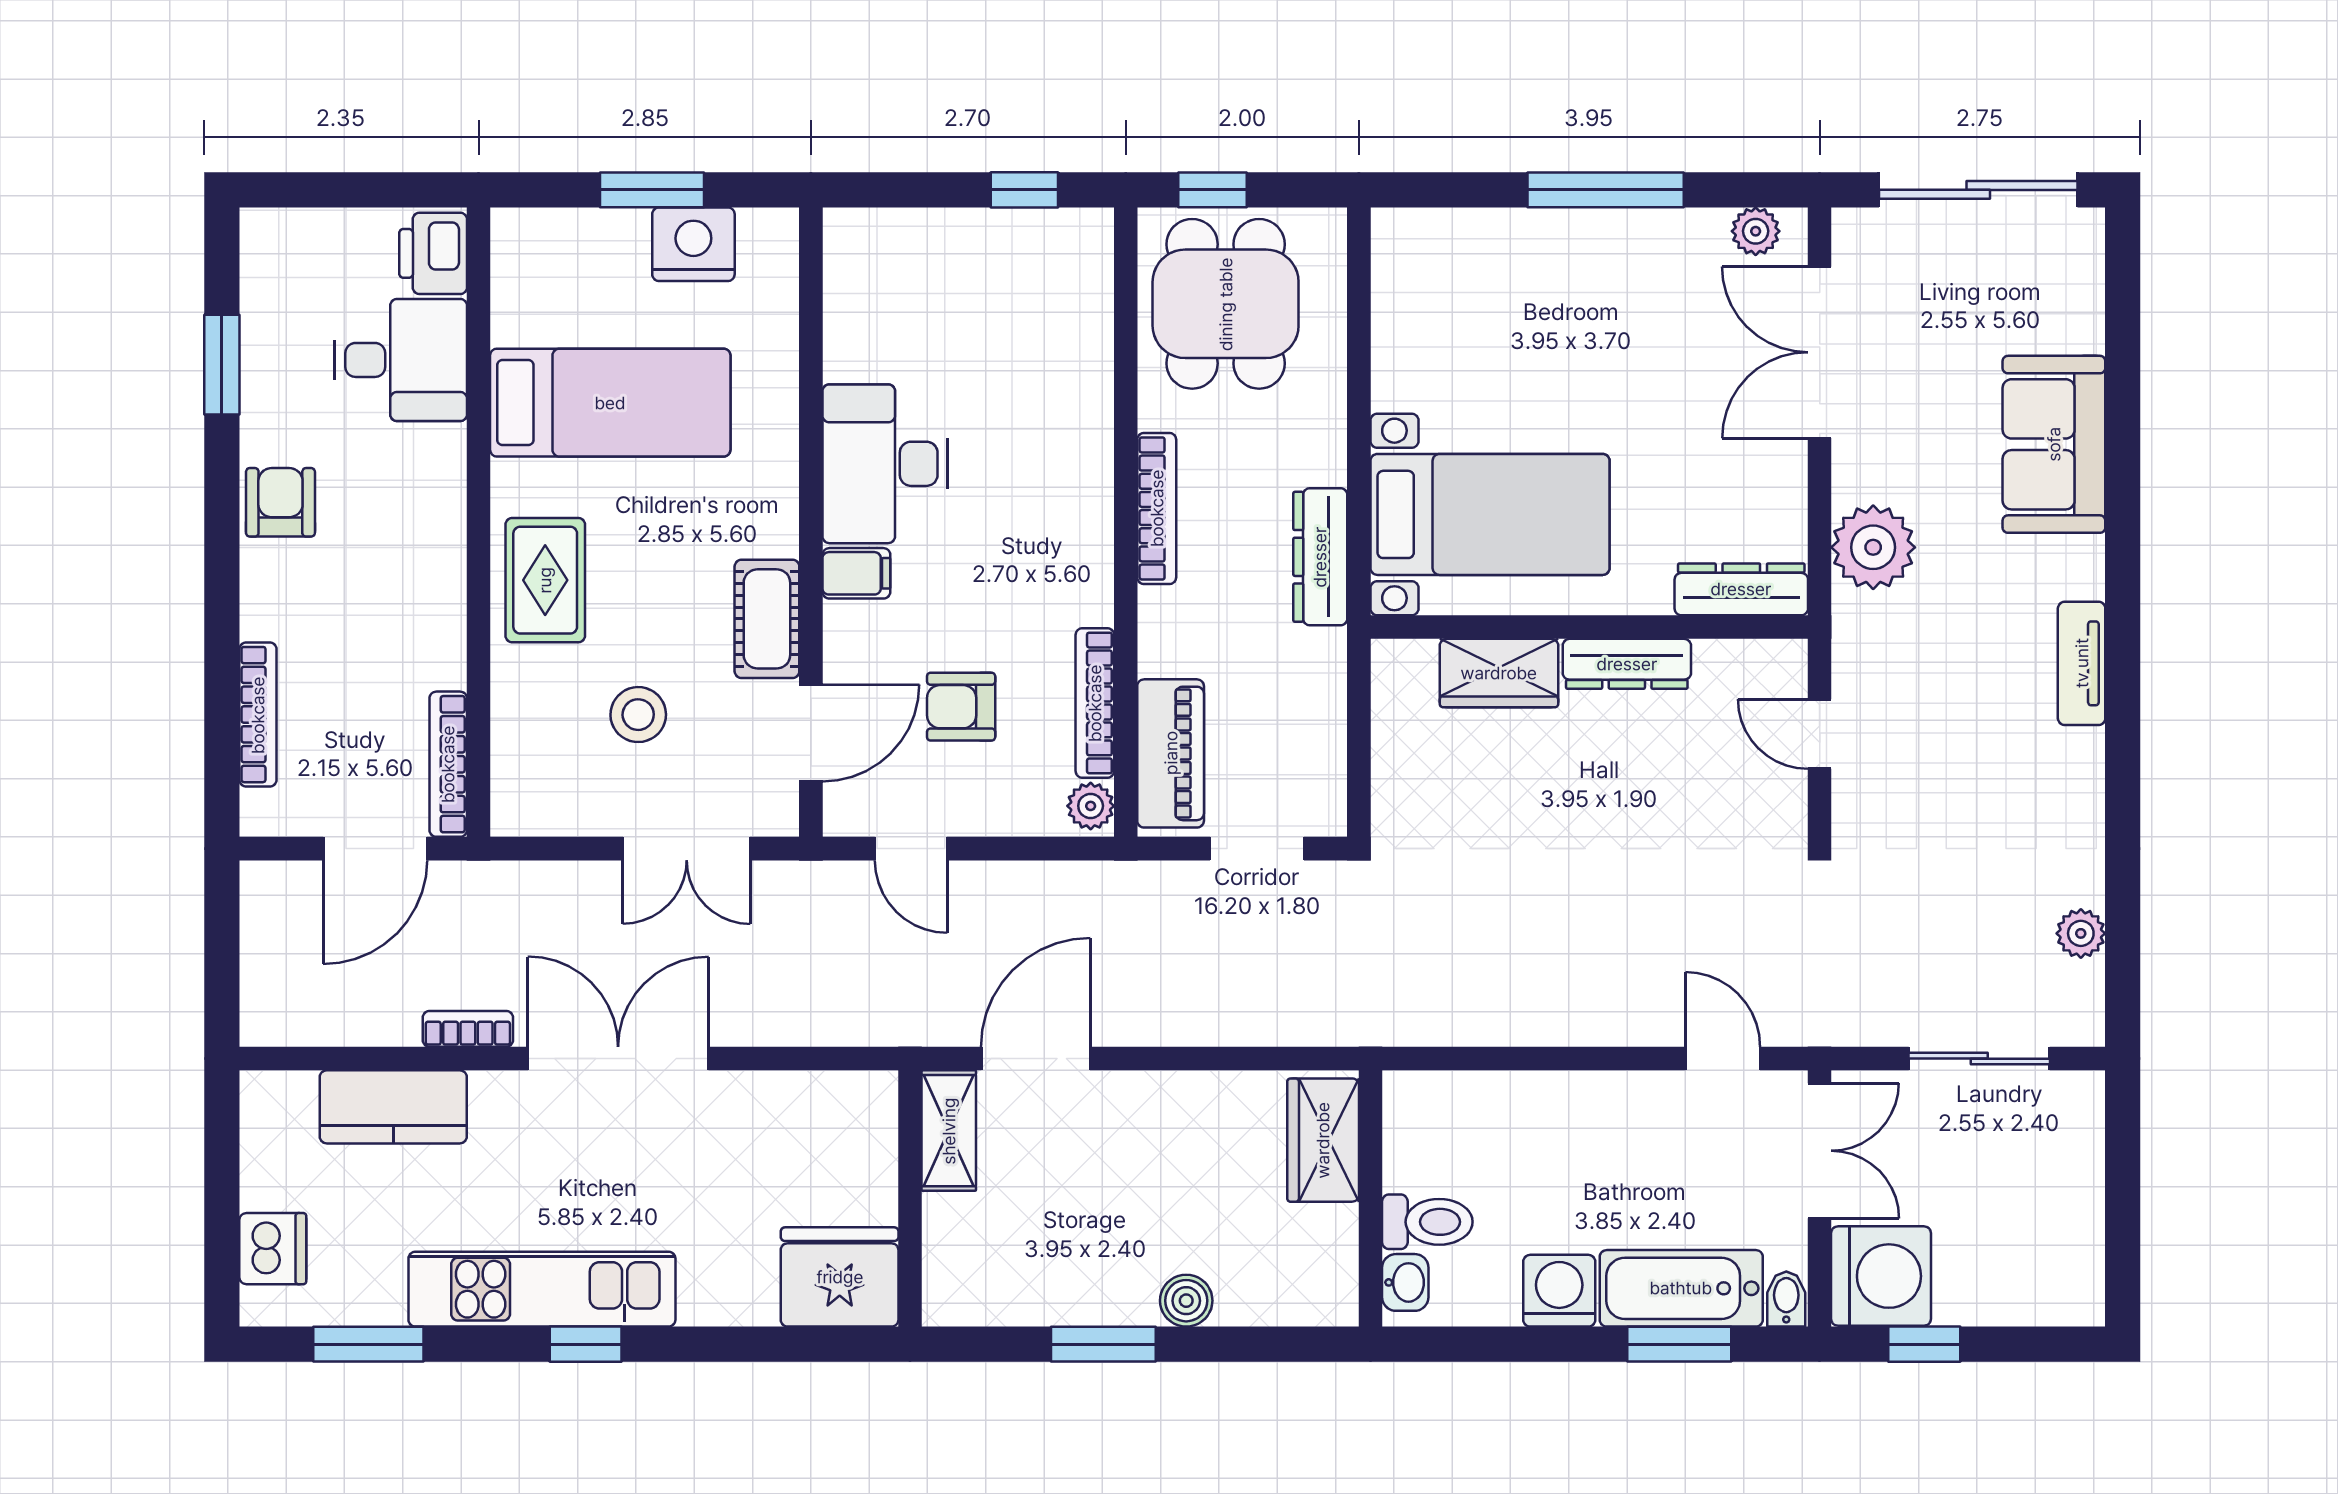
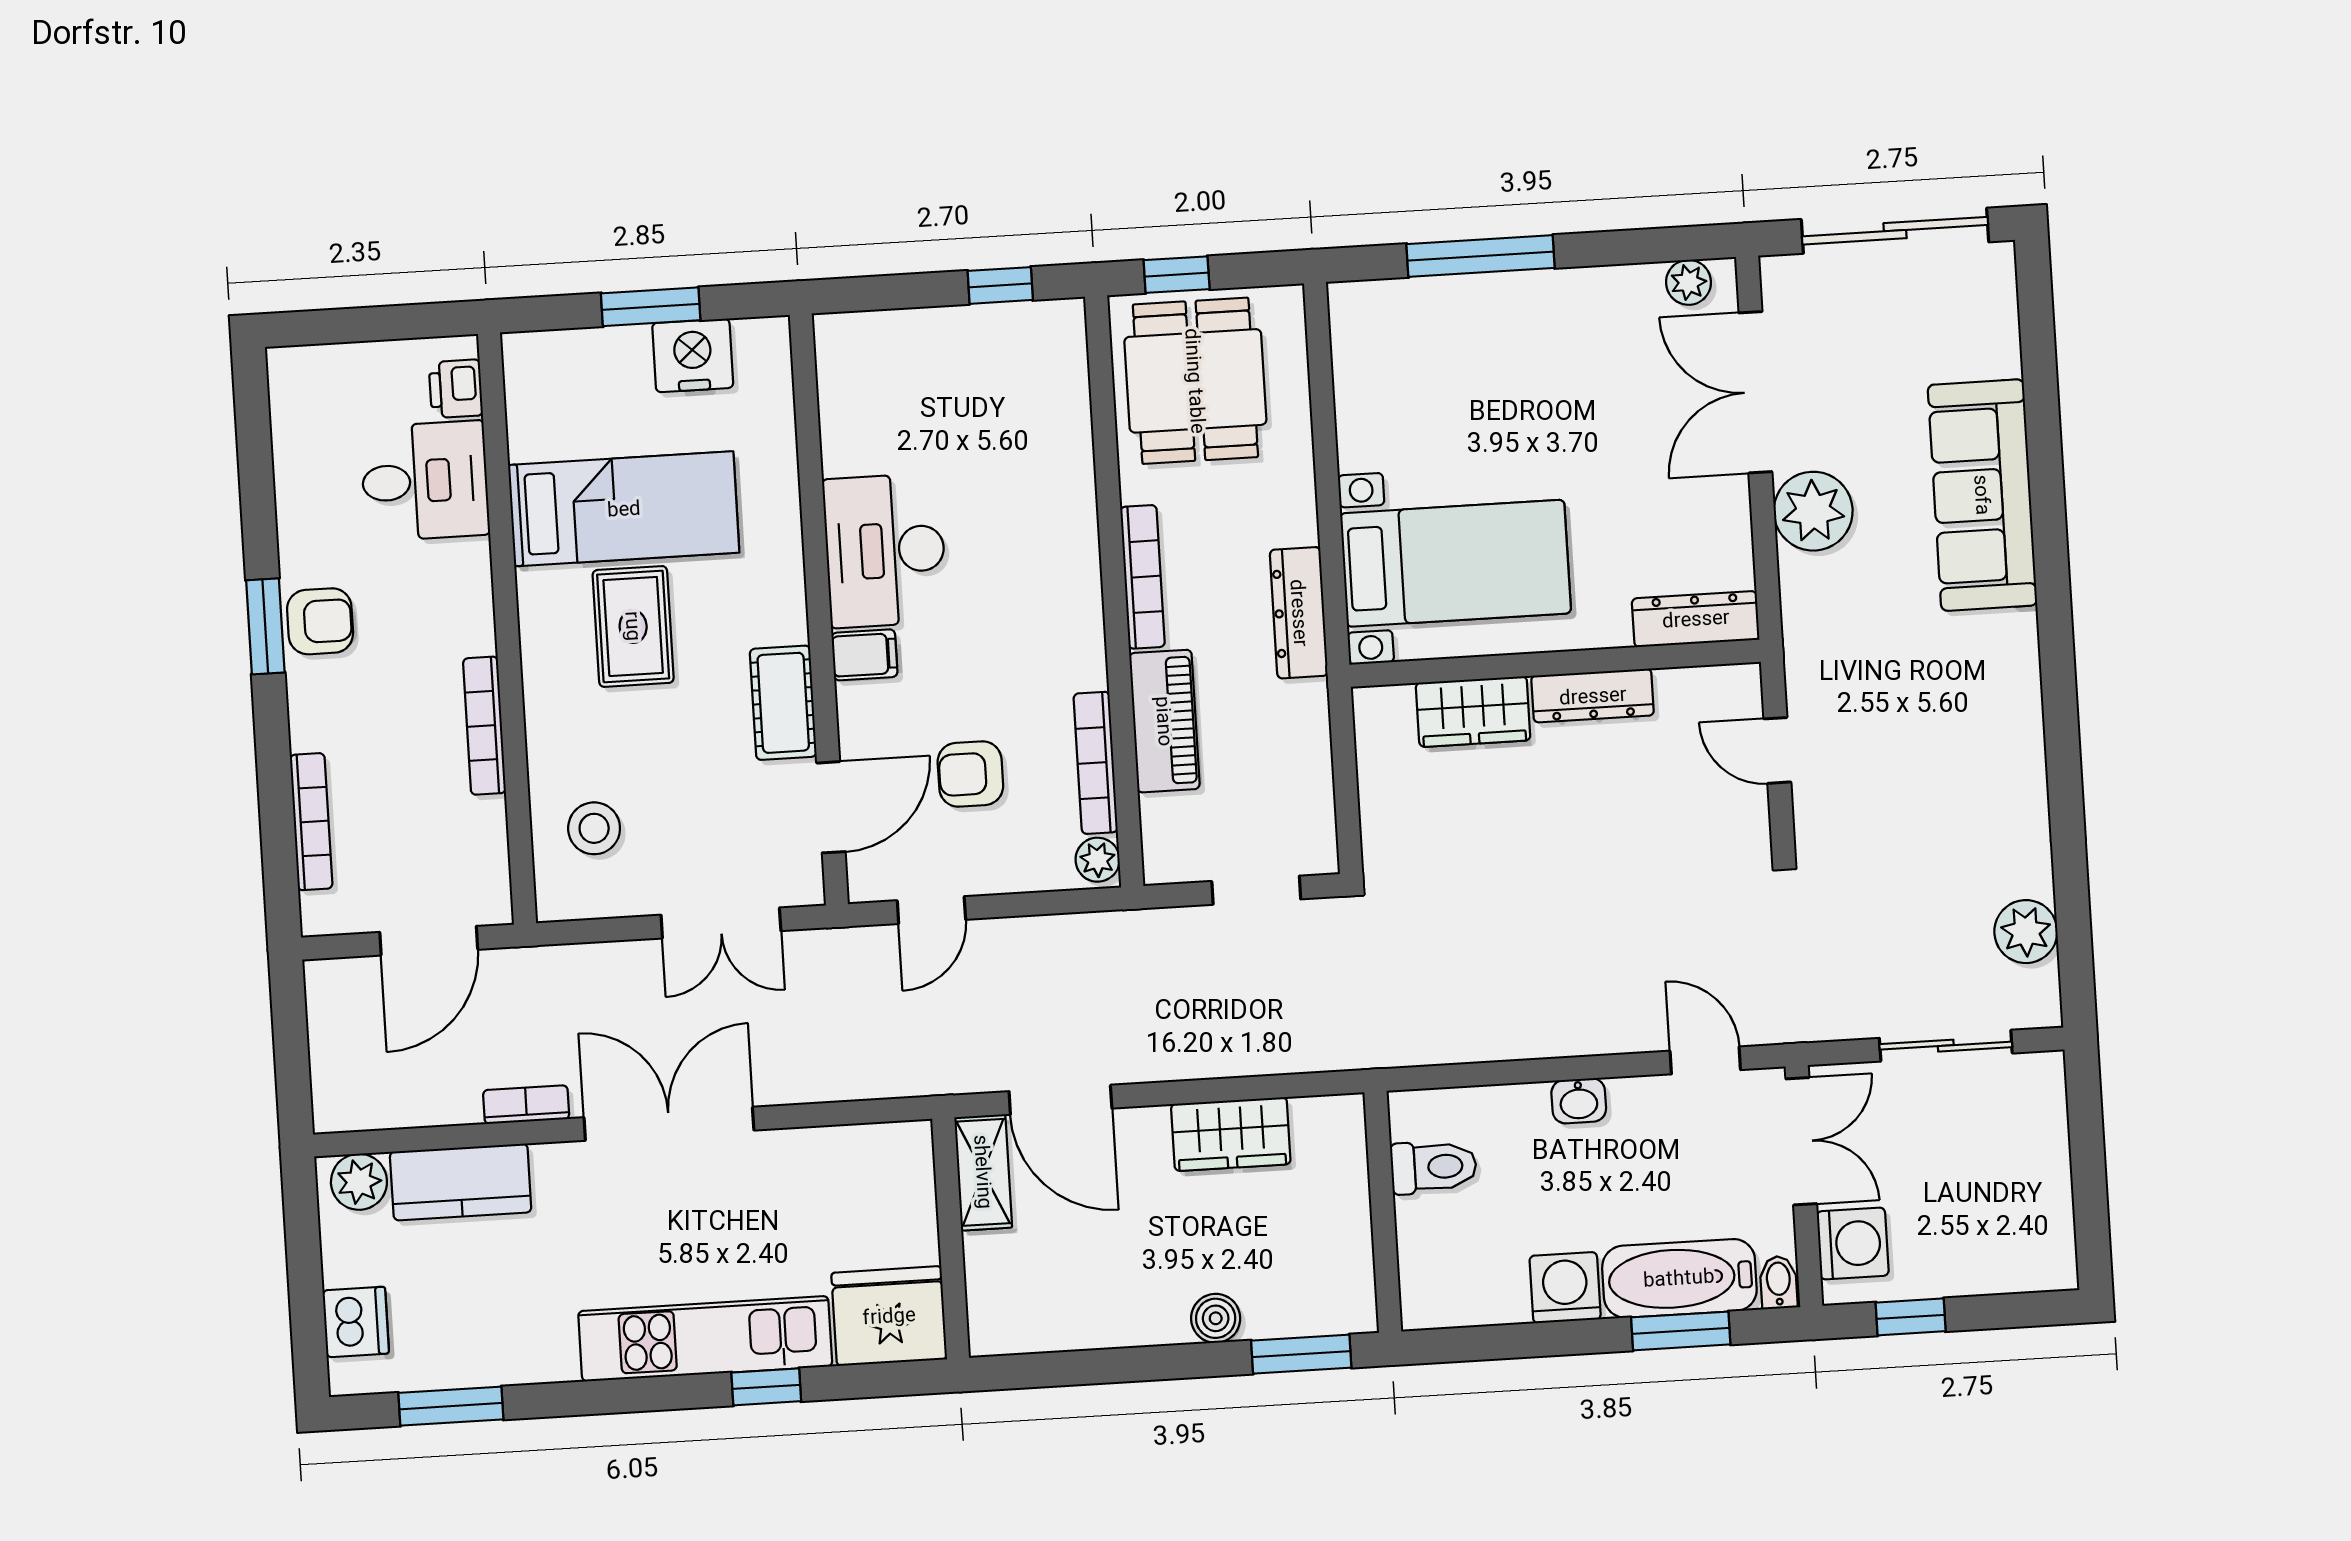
window: (1606, 190) -> (1481, 256), moved
printer: (433, 253) -> (456, 389), width x0.73, depth x0.81
window: (222, 365) -> (265, 626), moved
sofa: (2054, 444) -> (1982, 495), width x1.36
armchair: (280, 502) -> (320, 621), turned 90
plant: (1873, 547) -> (1813, 511), moved
rug: (545, 580) -> (633, 626), moved
tv unit: (2082, 663) -> (2019, 669), removed
stool: (638, 715) -> (594, 828), moved
piano: (1171, 753) -> (1164, 721), moved
bookcase: (448, 764) -> (484, 726), moved
door: (911, 849) -> (931, 910), hinge flipped
plant: (2081, 933) -> (2026, 932), width x1.38, depth x1.38
door: (1036, 1059) -> (1060, 1100), swing flipped
plant: (285, 1100) -> (359, 1182), added
wardrobe: (1323, 1140) -> (1231, 1134), moved, turned -90
toilet: (1427, 1222) -> (1433, 1167), moved
washing machine: (1881, 1276) -> (1853, 1243), width x0.73, depth x0.73
washbasin: (1405, 1282) -> (1579, 1101), moved, turned 90
kitchen unit: (542, 1289) -> (705, 1339), moved
window: (586, 1344) -> (766, 1387), moved
window: (1103, 1344) -> (1301, 1354), moved

